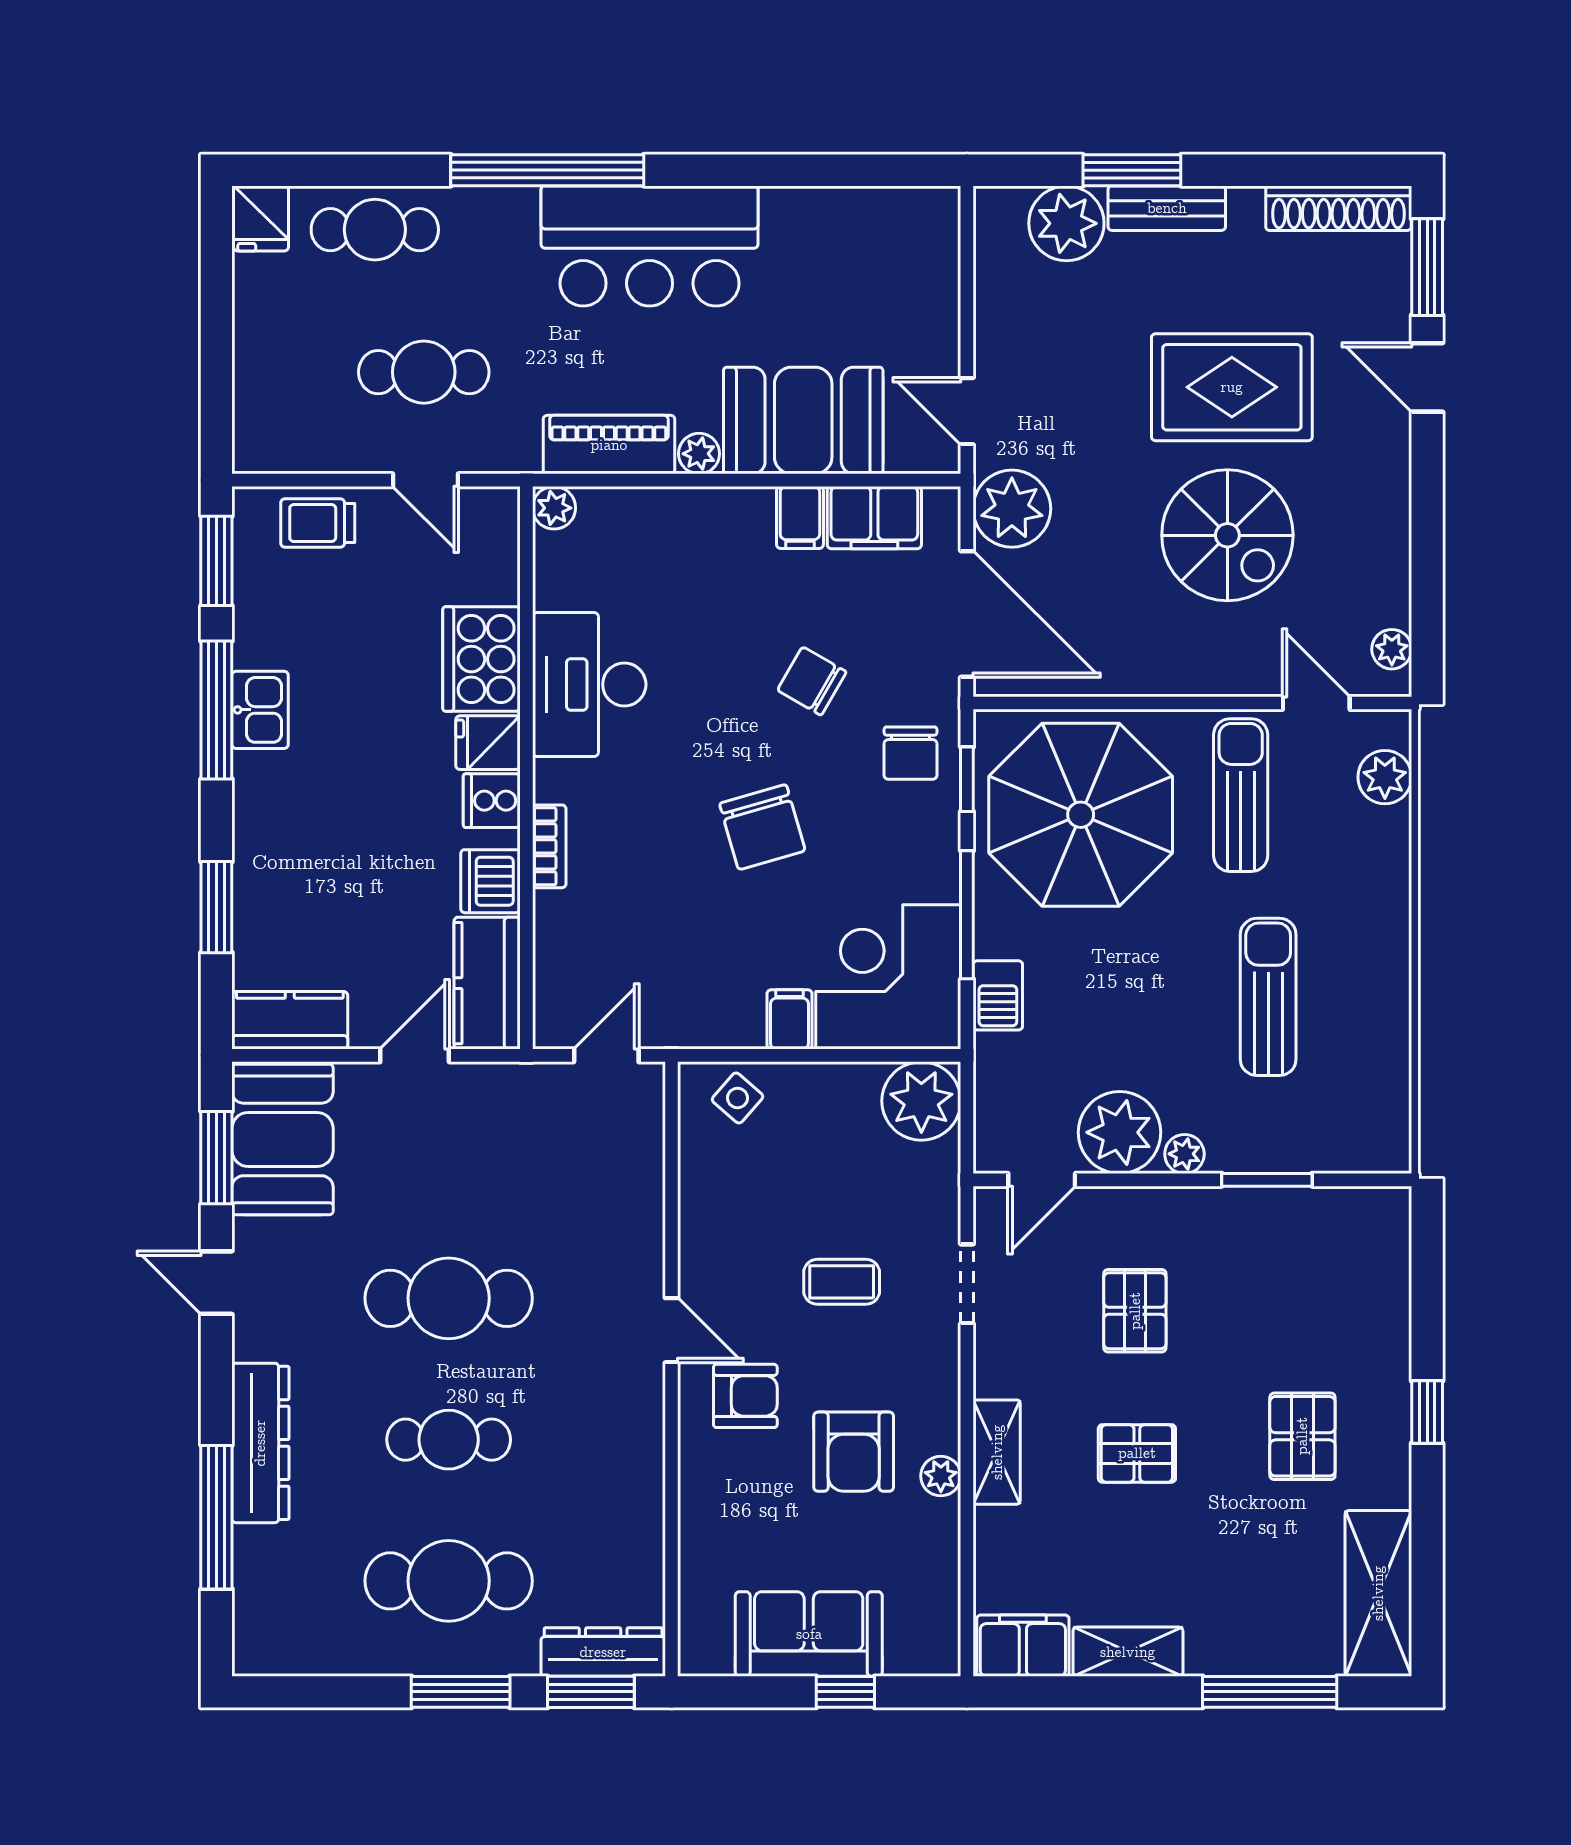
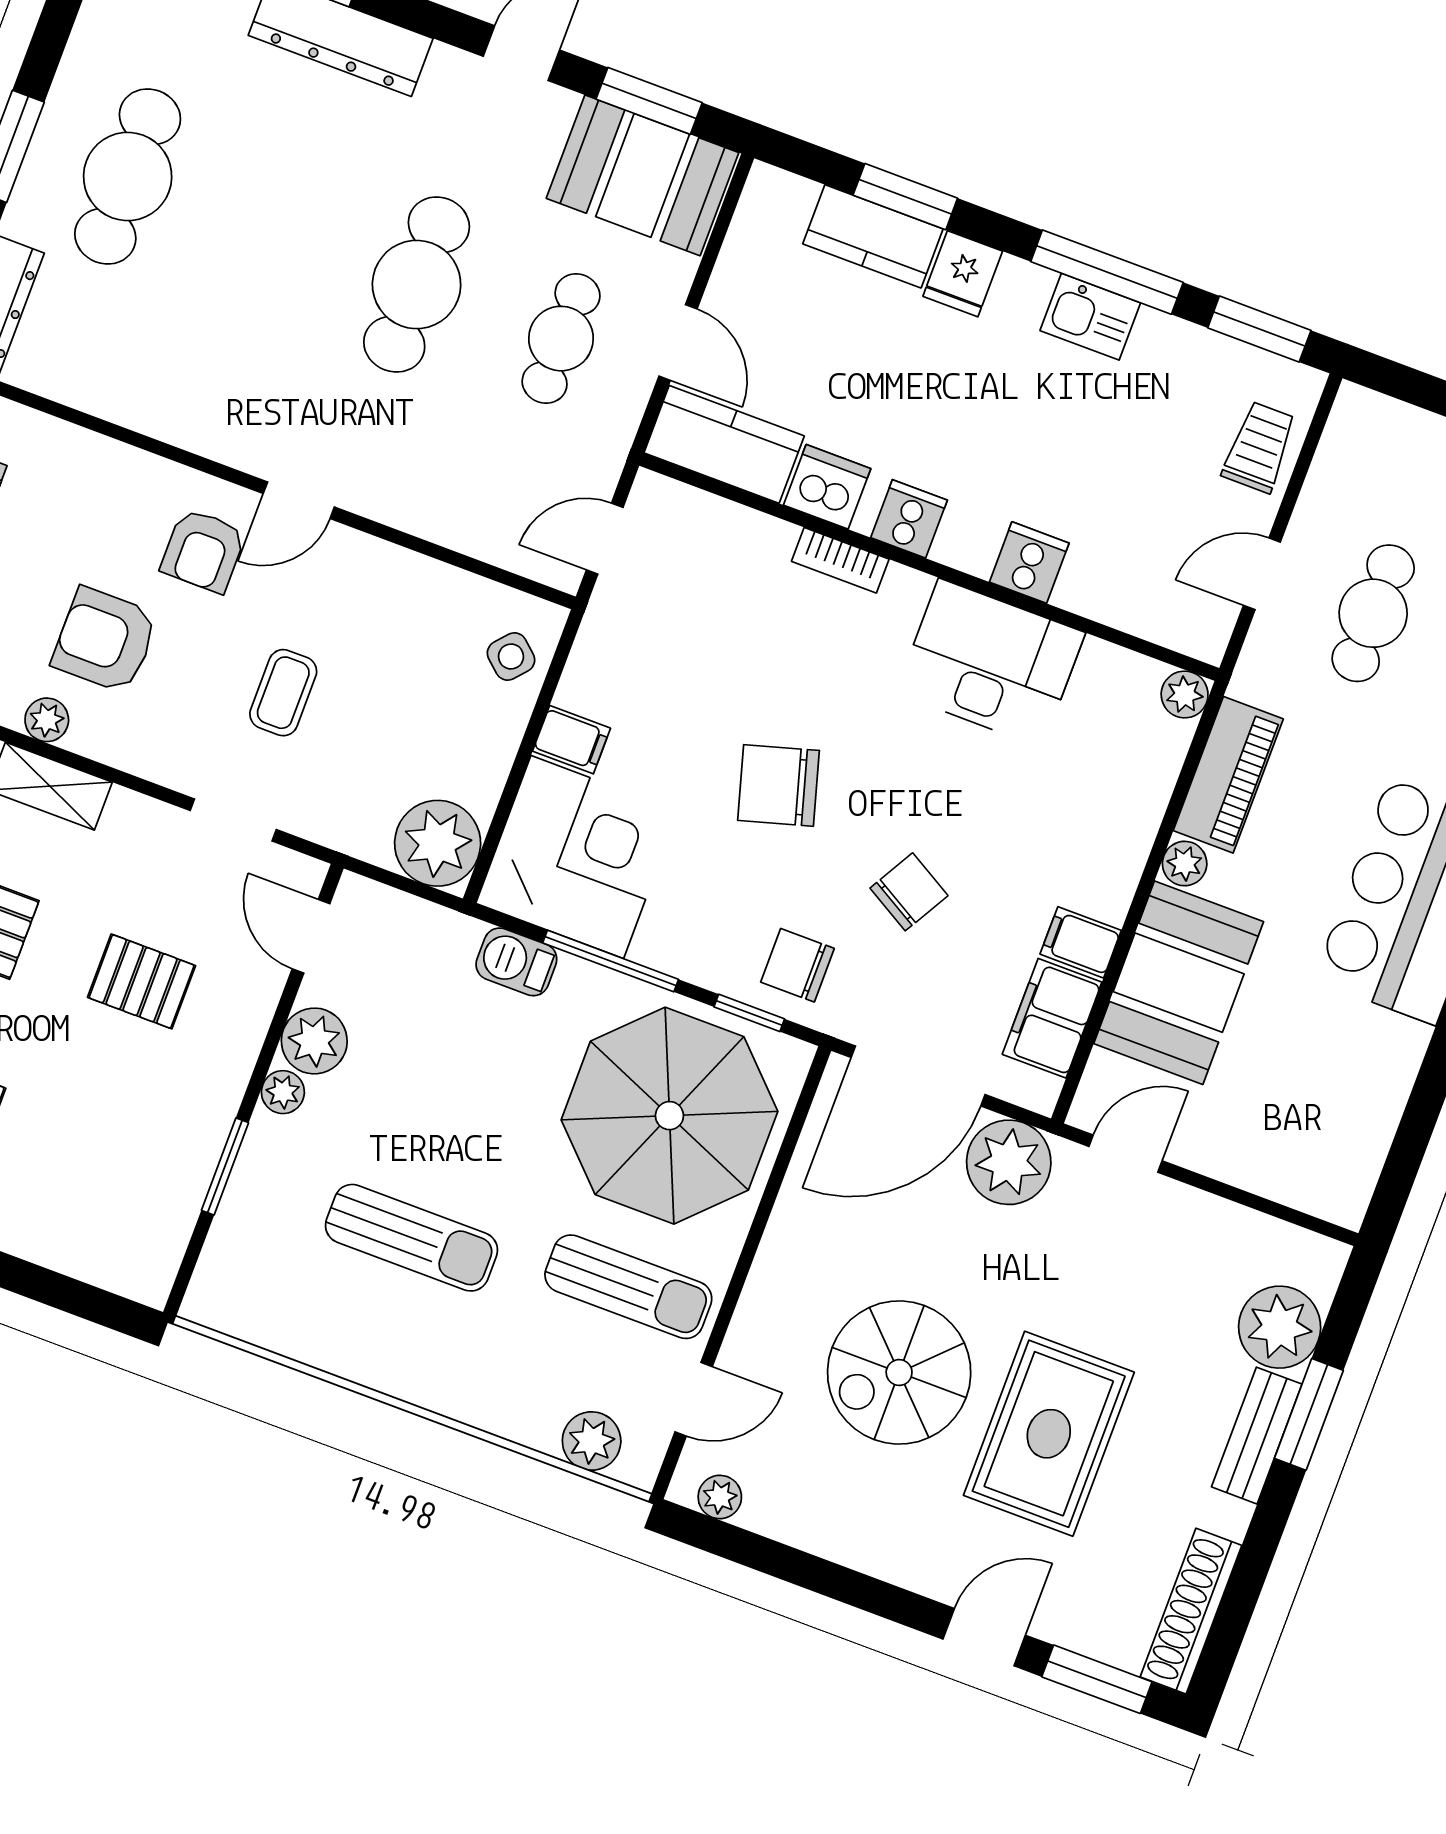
cooker: (481, 659) -> (1029, 563), width x0.53, depth x0.76
fridge: (488, 743) -> (963, 274), moved, turned 180
kitchen counter: (290, 1020) -> (873, 236), moved, turned 90
door: (606, 1055) -> (605, 539), swing flipped
plant: (1120, 1132) -> (314, 1041), width x0.73, depth x0.73
cafe table: (449, 1440) -> (561, 339), moved

